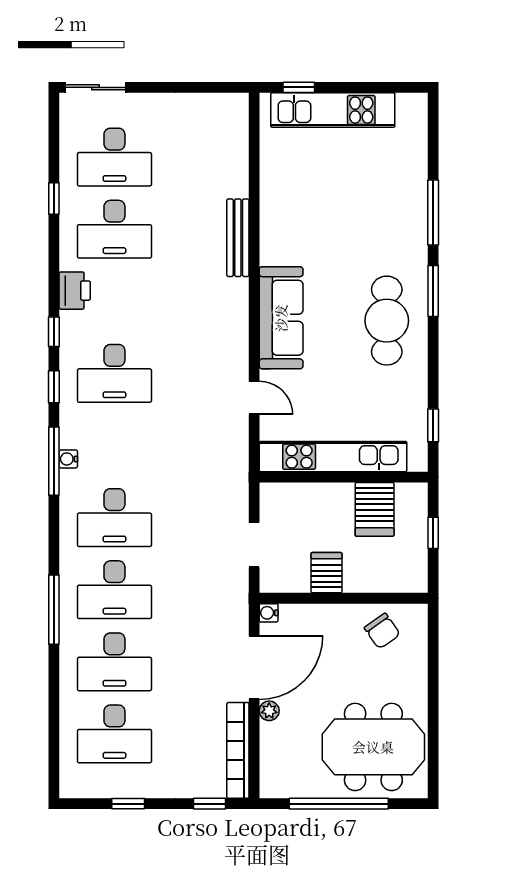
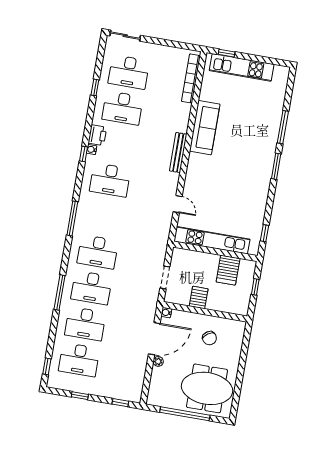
bench: (238, 238) -> (178, 153), moved
sofa: (281, 318) -> (205, 128), moved
cafe table: (387, 321) -> (250, 177), removed
window: (54, 387) -> (47, 366), moved
water cooler: (68, 459) -> (92, 150), moved
chair: (382, 631) -> (209, 338), moved
bookcase: (238, 750) -> (191, 78), moved

